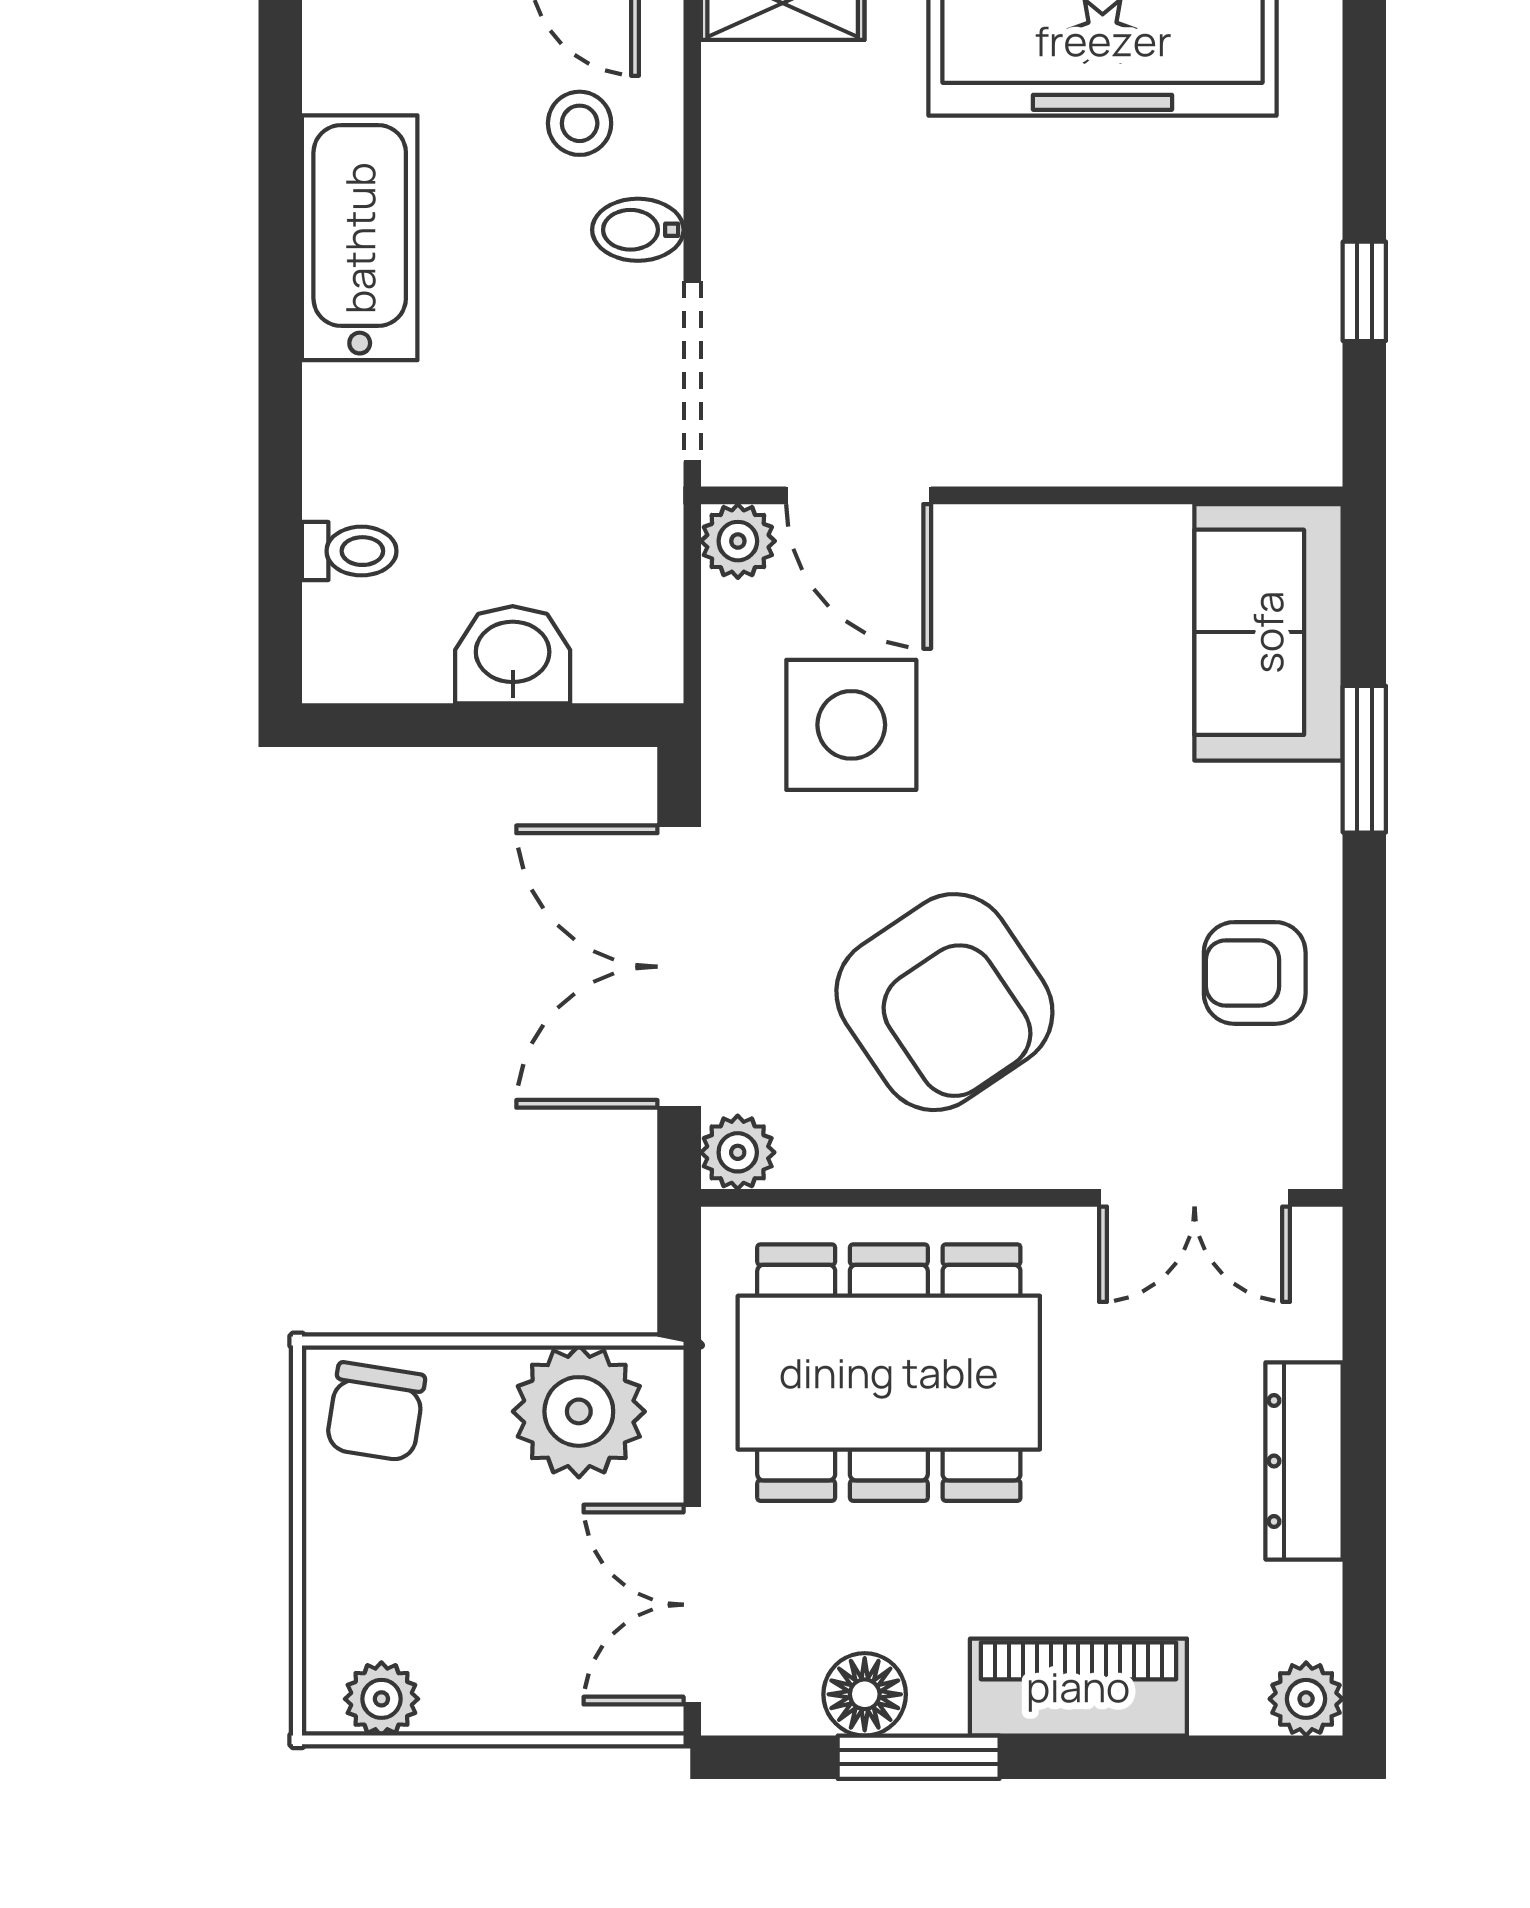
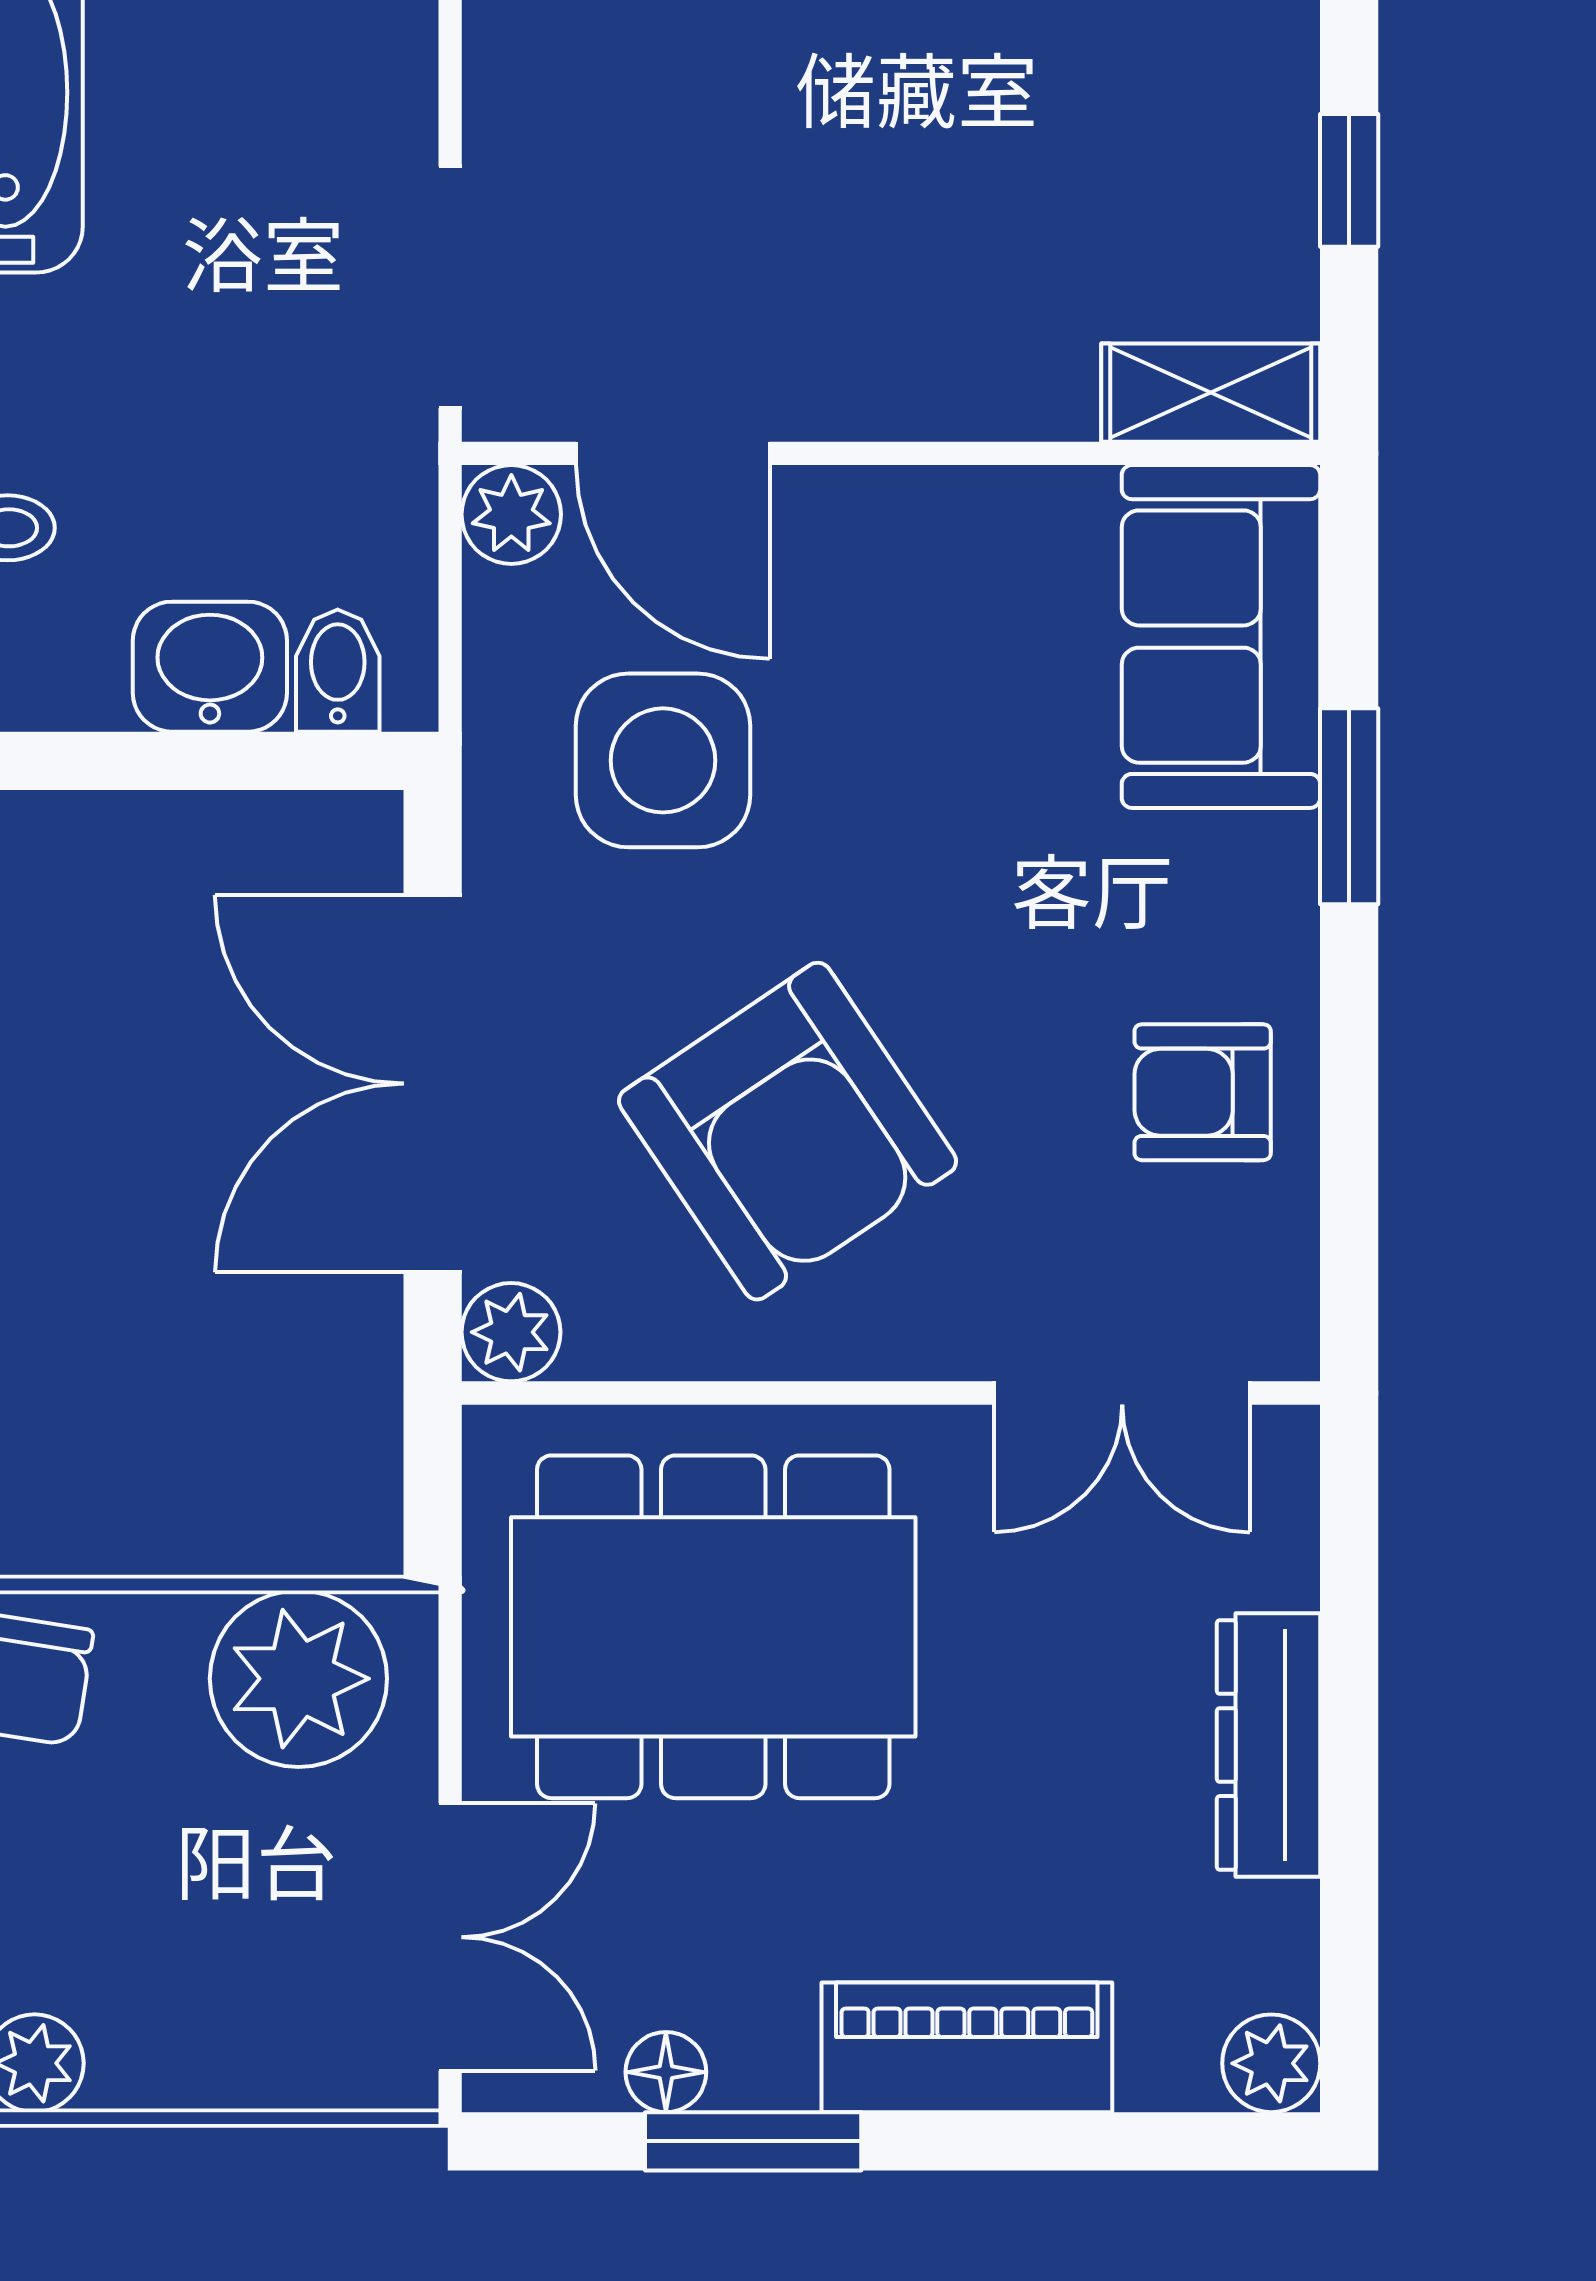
bidet: (638, 230) -> (338, 671), moved, turned 90
shelving: (1261, 450) -> (1211, 393), added
double door: (692, 1605) -> (450, 1937), swing flipped
floor lamp: (865, 1694) -> (666, 2072), width x0.73, depth x0.73

